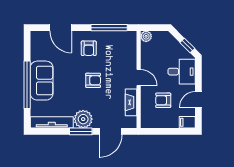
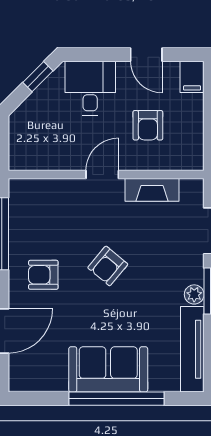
plant: (146, 36) -> (19, 160), removed
armchair: (89, 48) -> (43, 275), turned 180
armchair: (93, 80) -> (108, 266), turned -140
plant: (83, 119) -> (194, 294), width x0.53, depth x0.53

